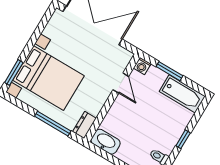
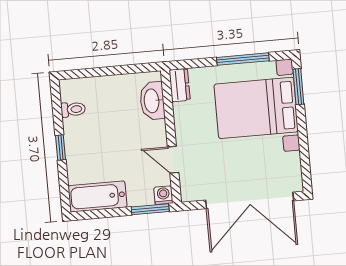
window: (169, 71) -> (150, 209), moved
window: (53, 124) -> (243, 59), moved
washbasin: (106, 142) -> (152, 101), moved, turned 90

